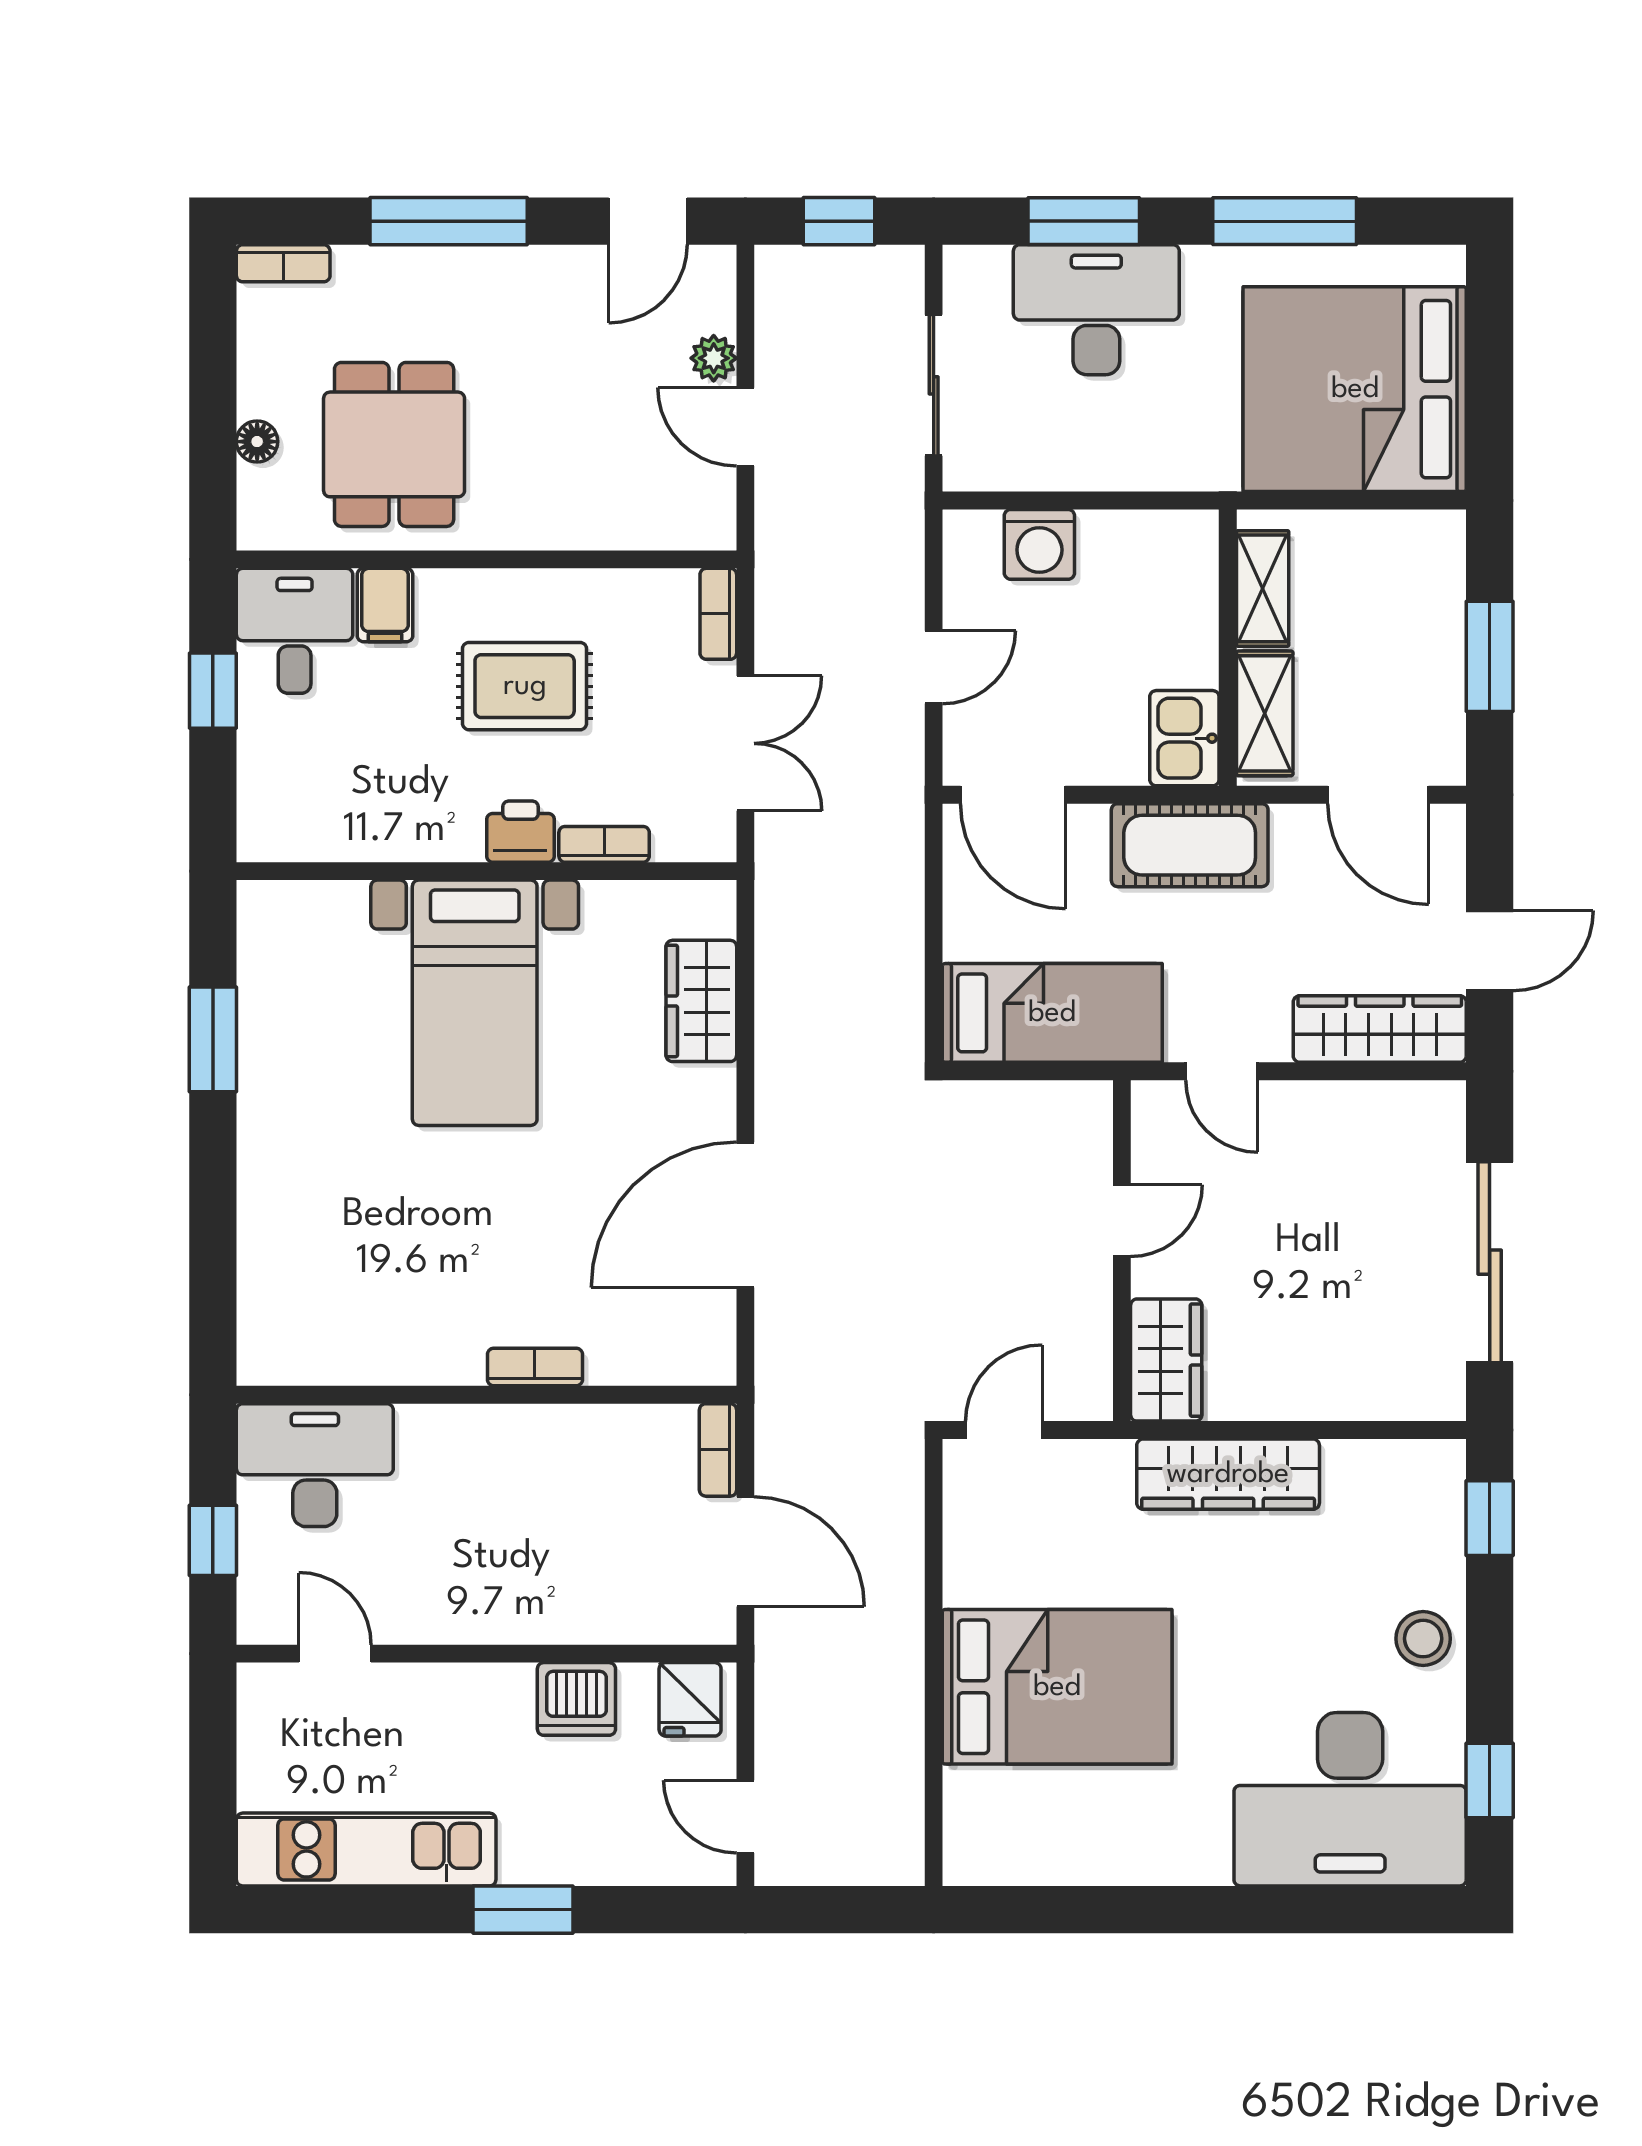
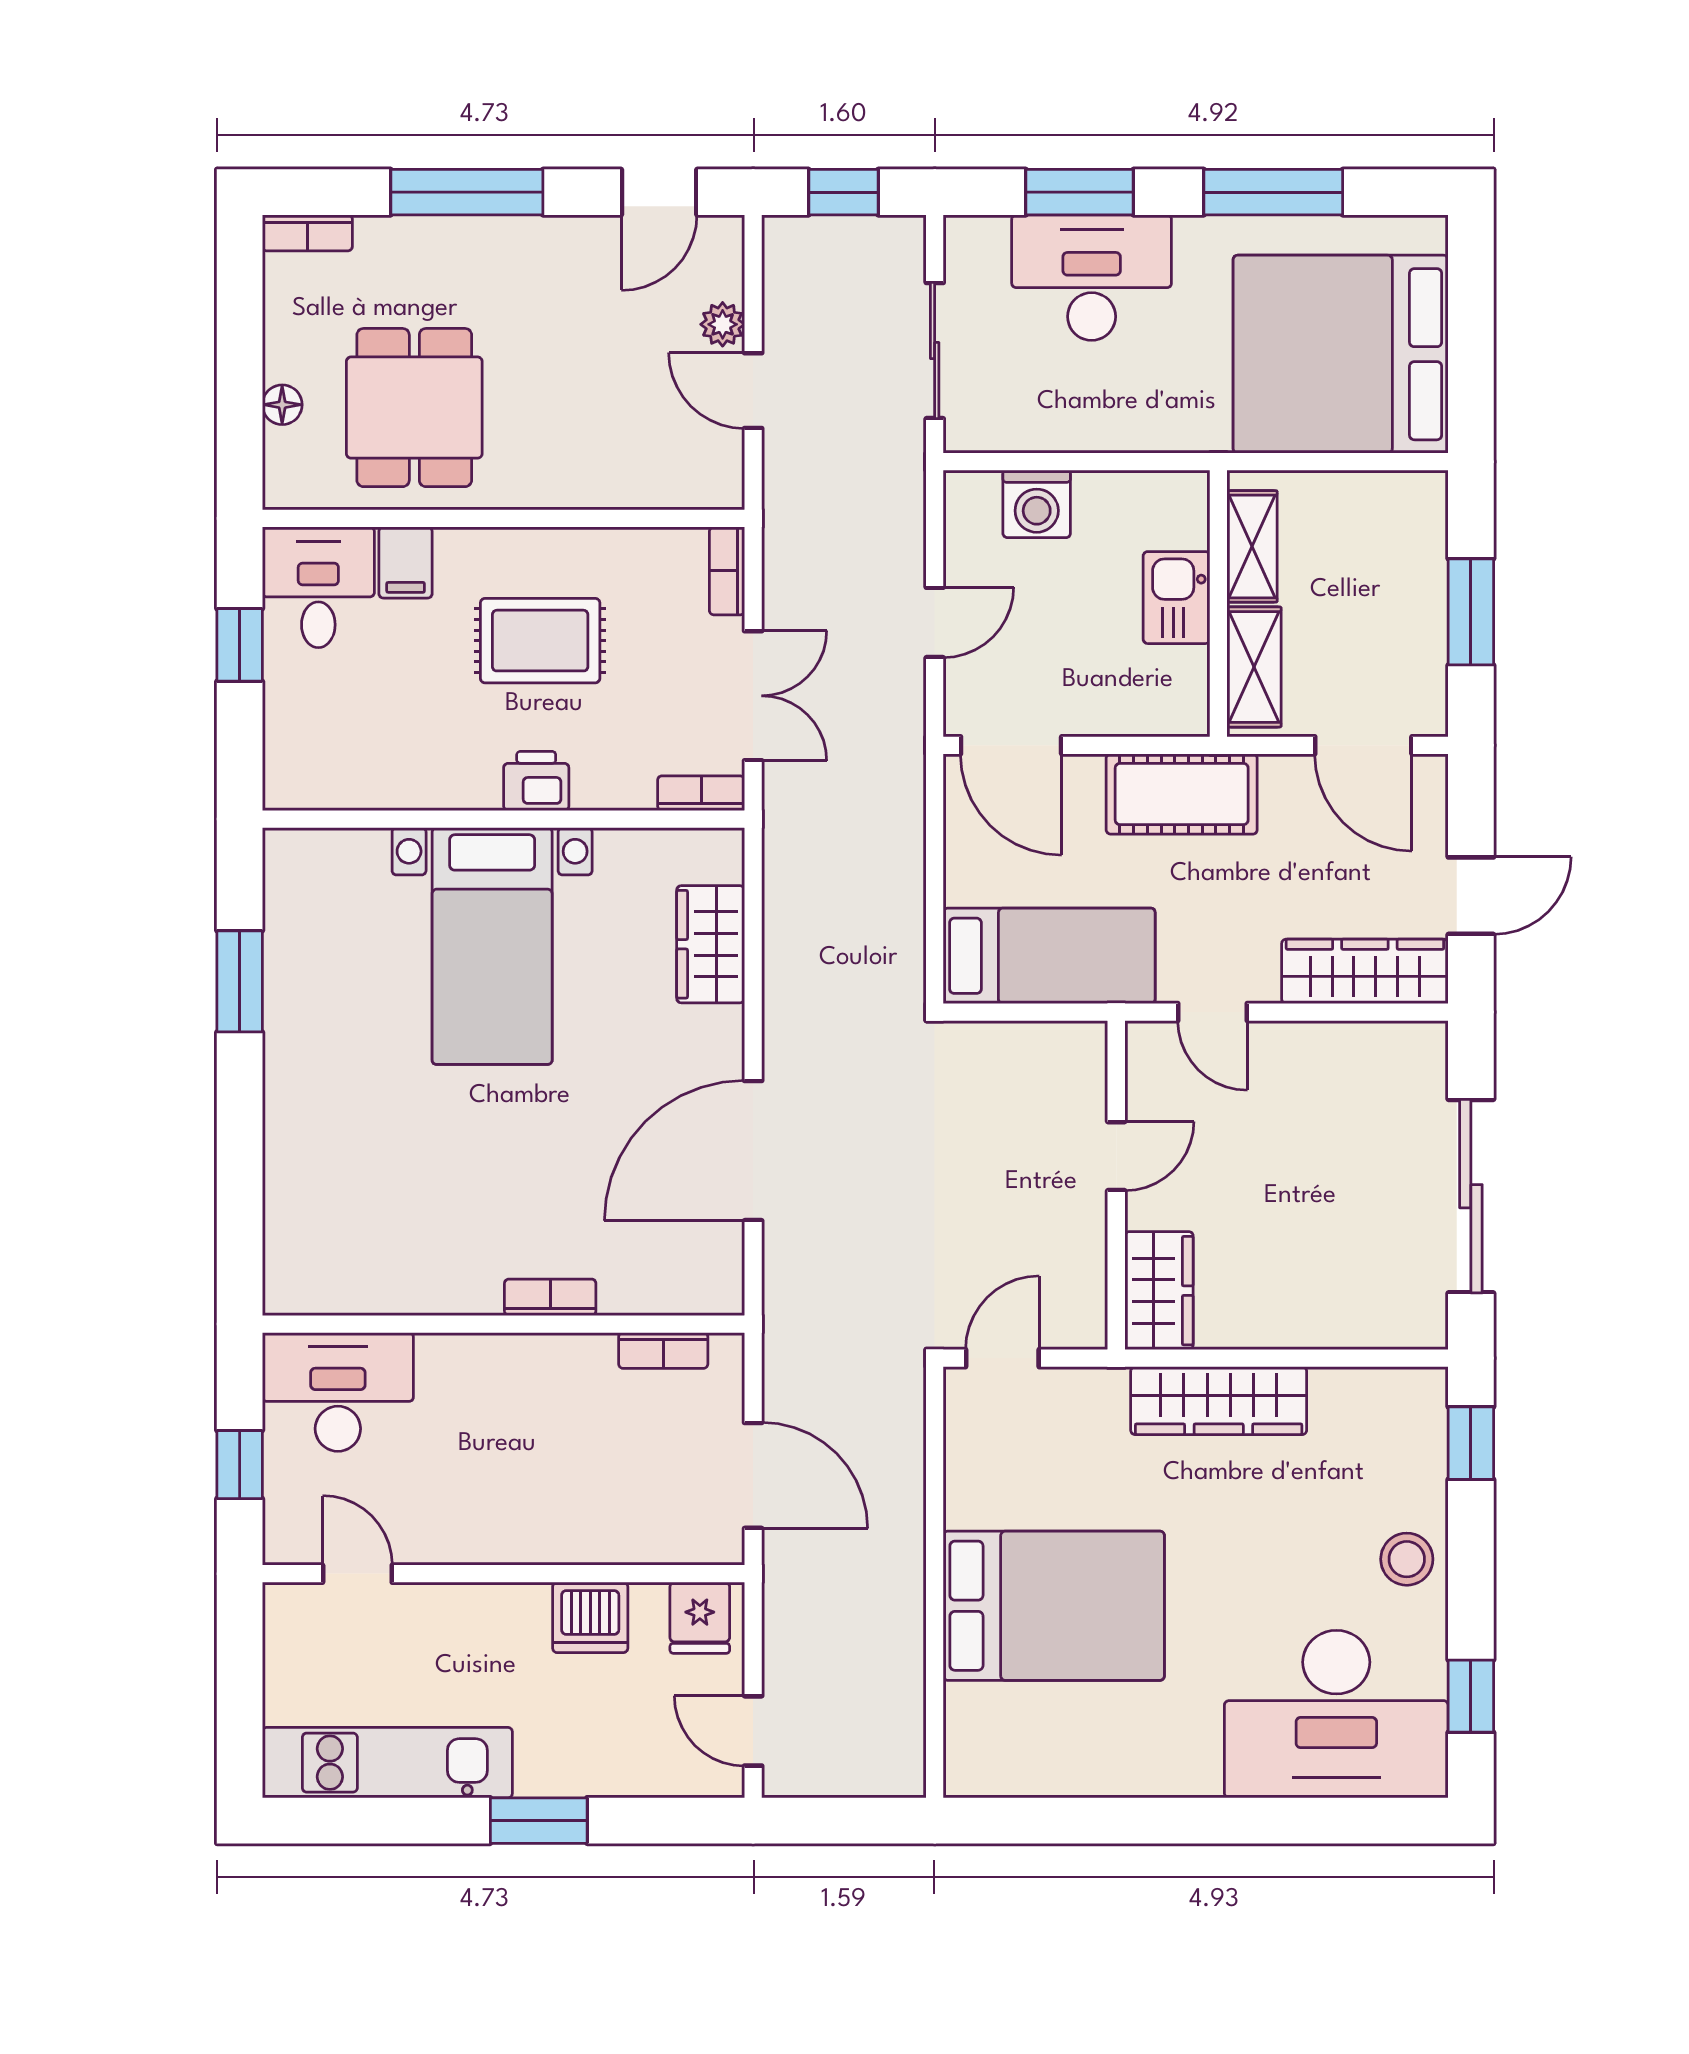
kitchen sink: (1184, 738) -> (1177, 598), moved
bookcase: (604, 844) -> (701, 793), moved
bookcase: (718, 1450) -> (663, 1350), moved, turned -90

